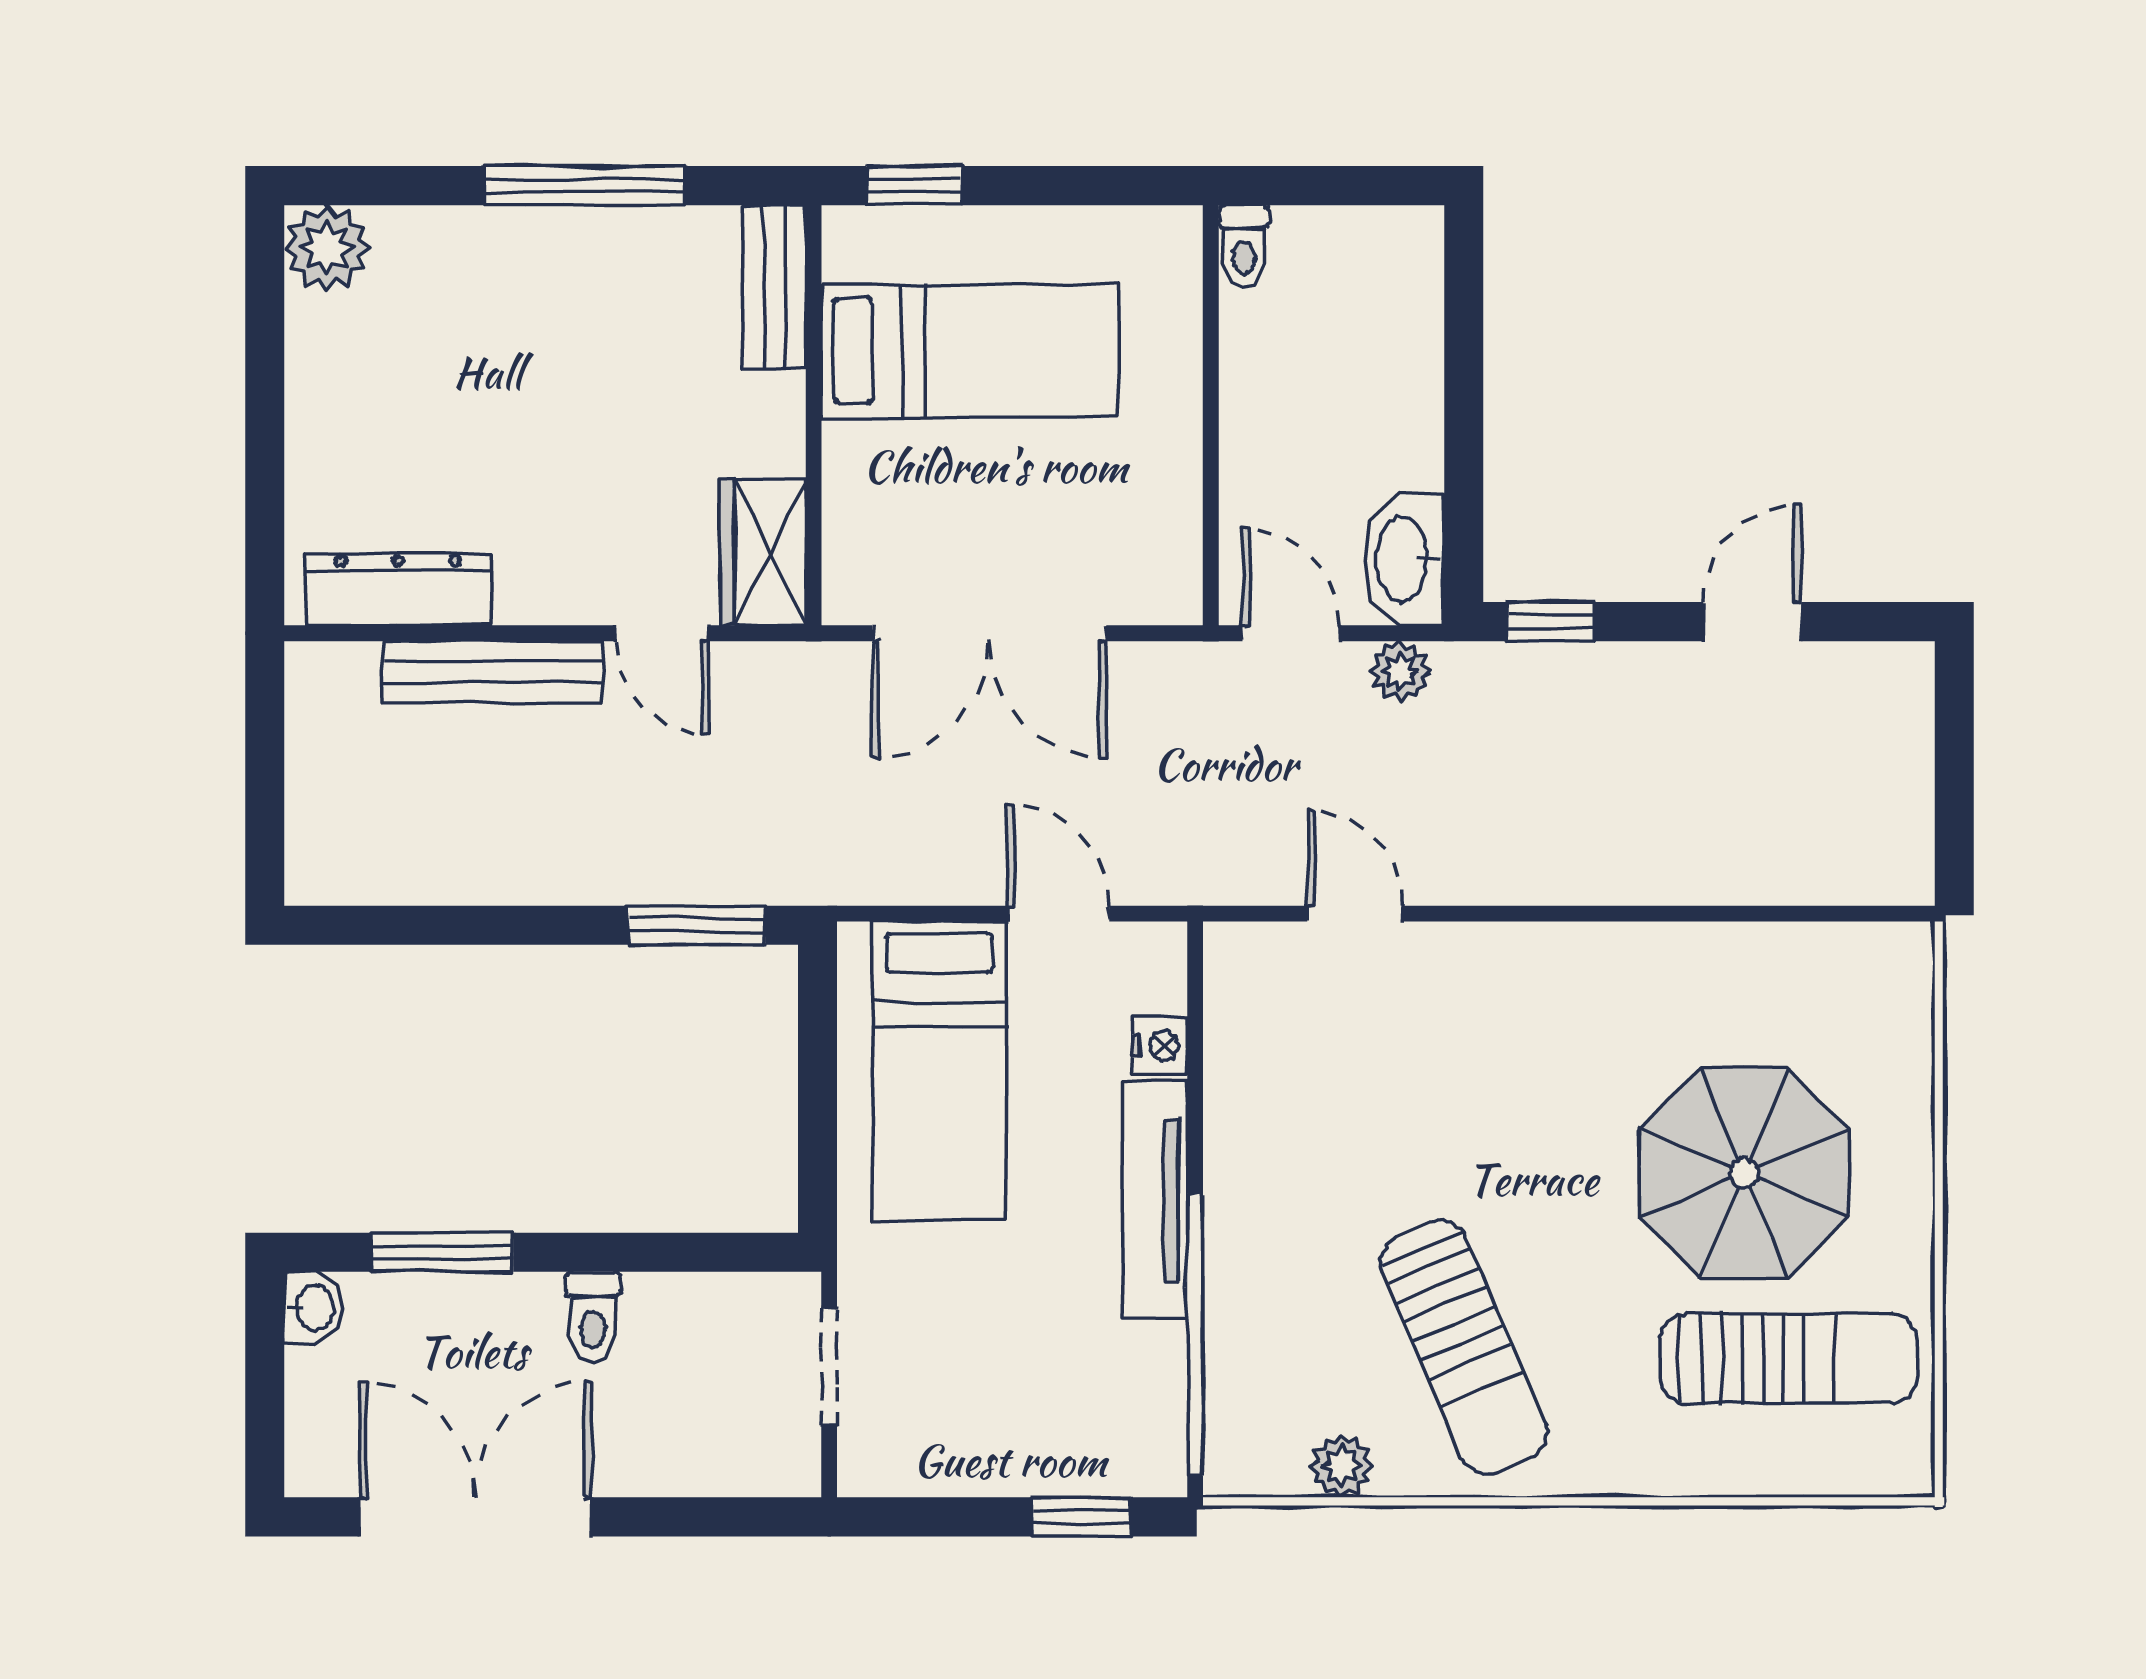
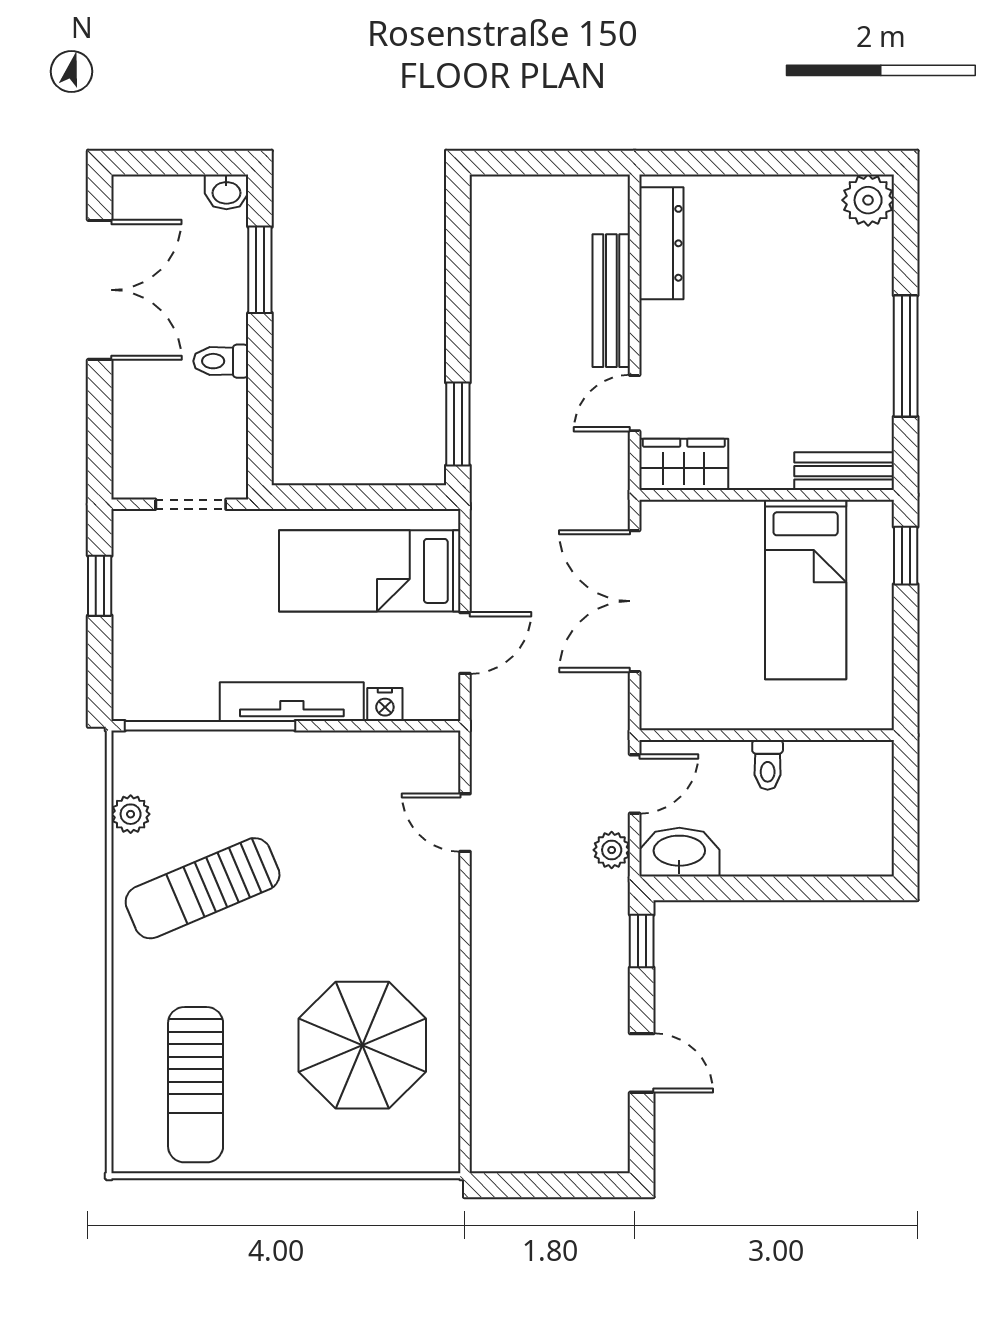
toilet: (1244, 246) -> (768, 765), moved, turned -90
door: (1355, 914) -> (465, 823), swing flipped
parasol: (1744, 1173) -> (362, 1045), moved
window: (1081, 1517) -> (100, 586), moved

